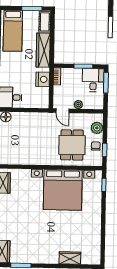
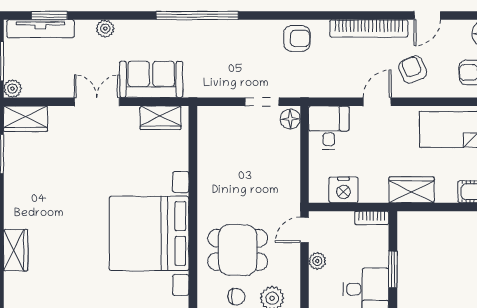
wardrobe: (43, 50) -> (412, 190), width x0.67
nightstand: (43, 79) -> (343, 190), moved

